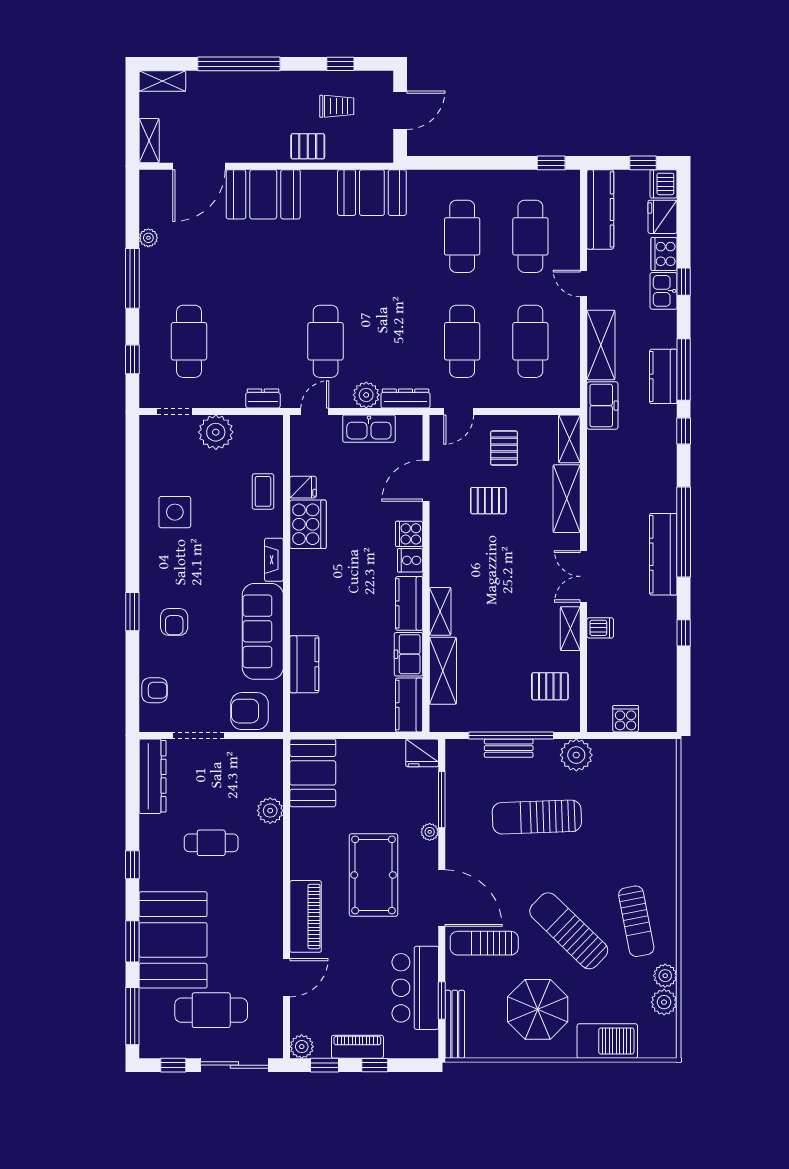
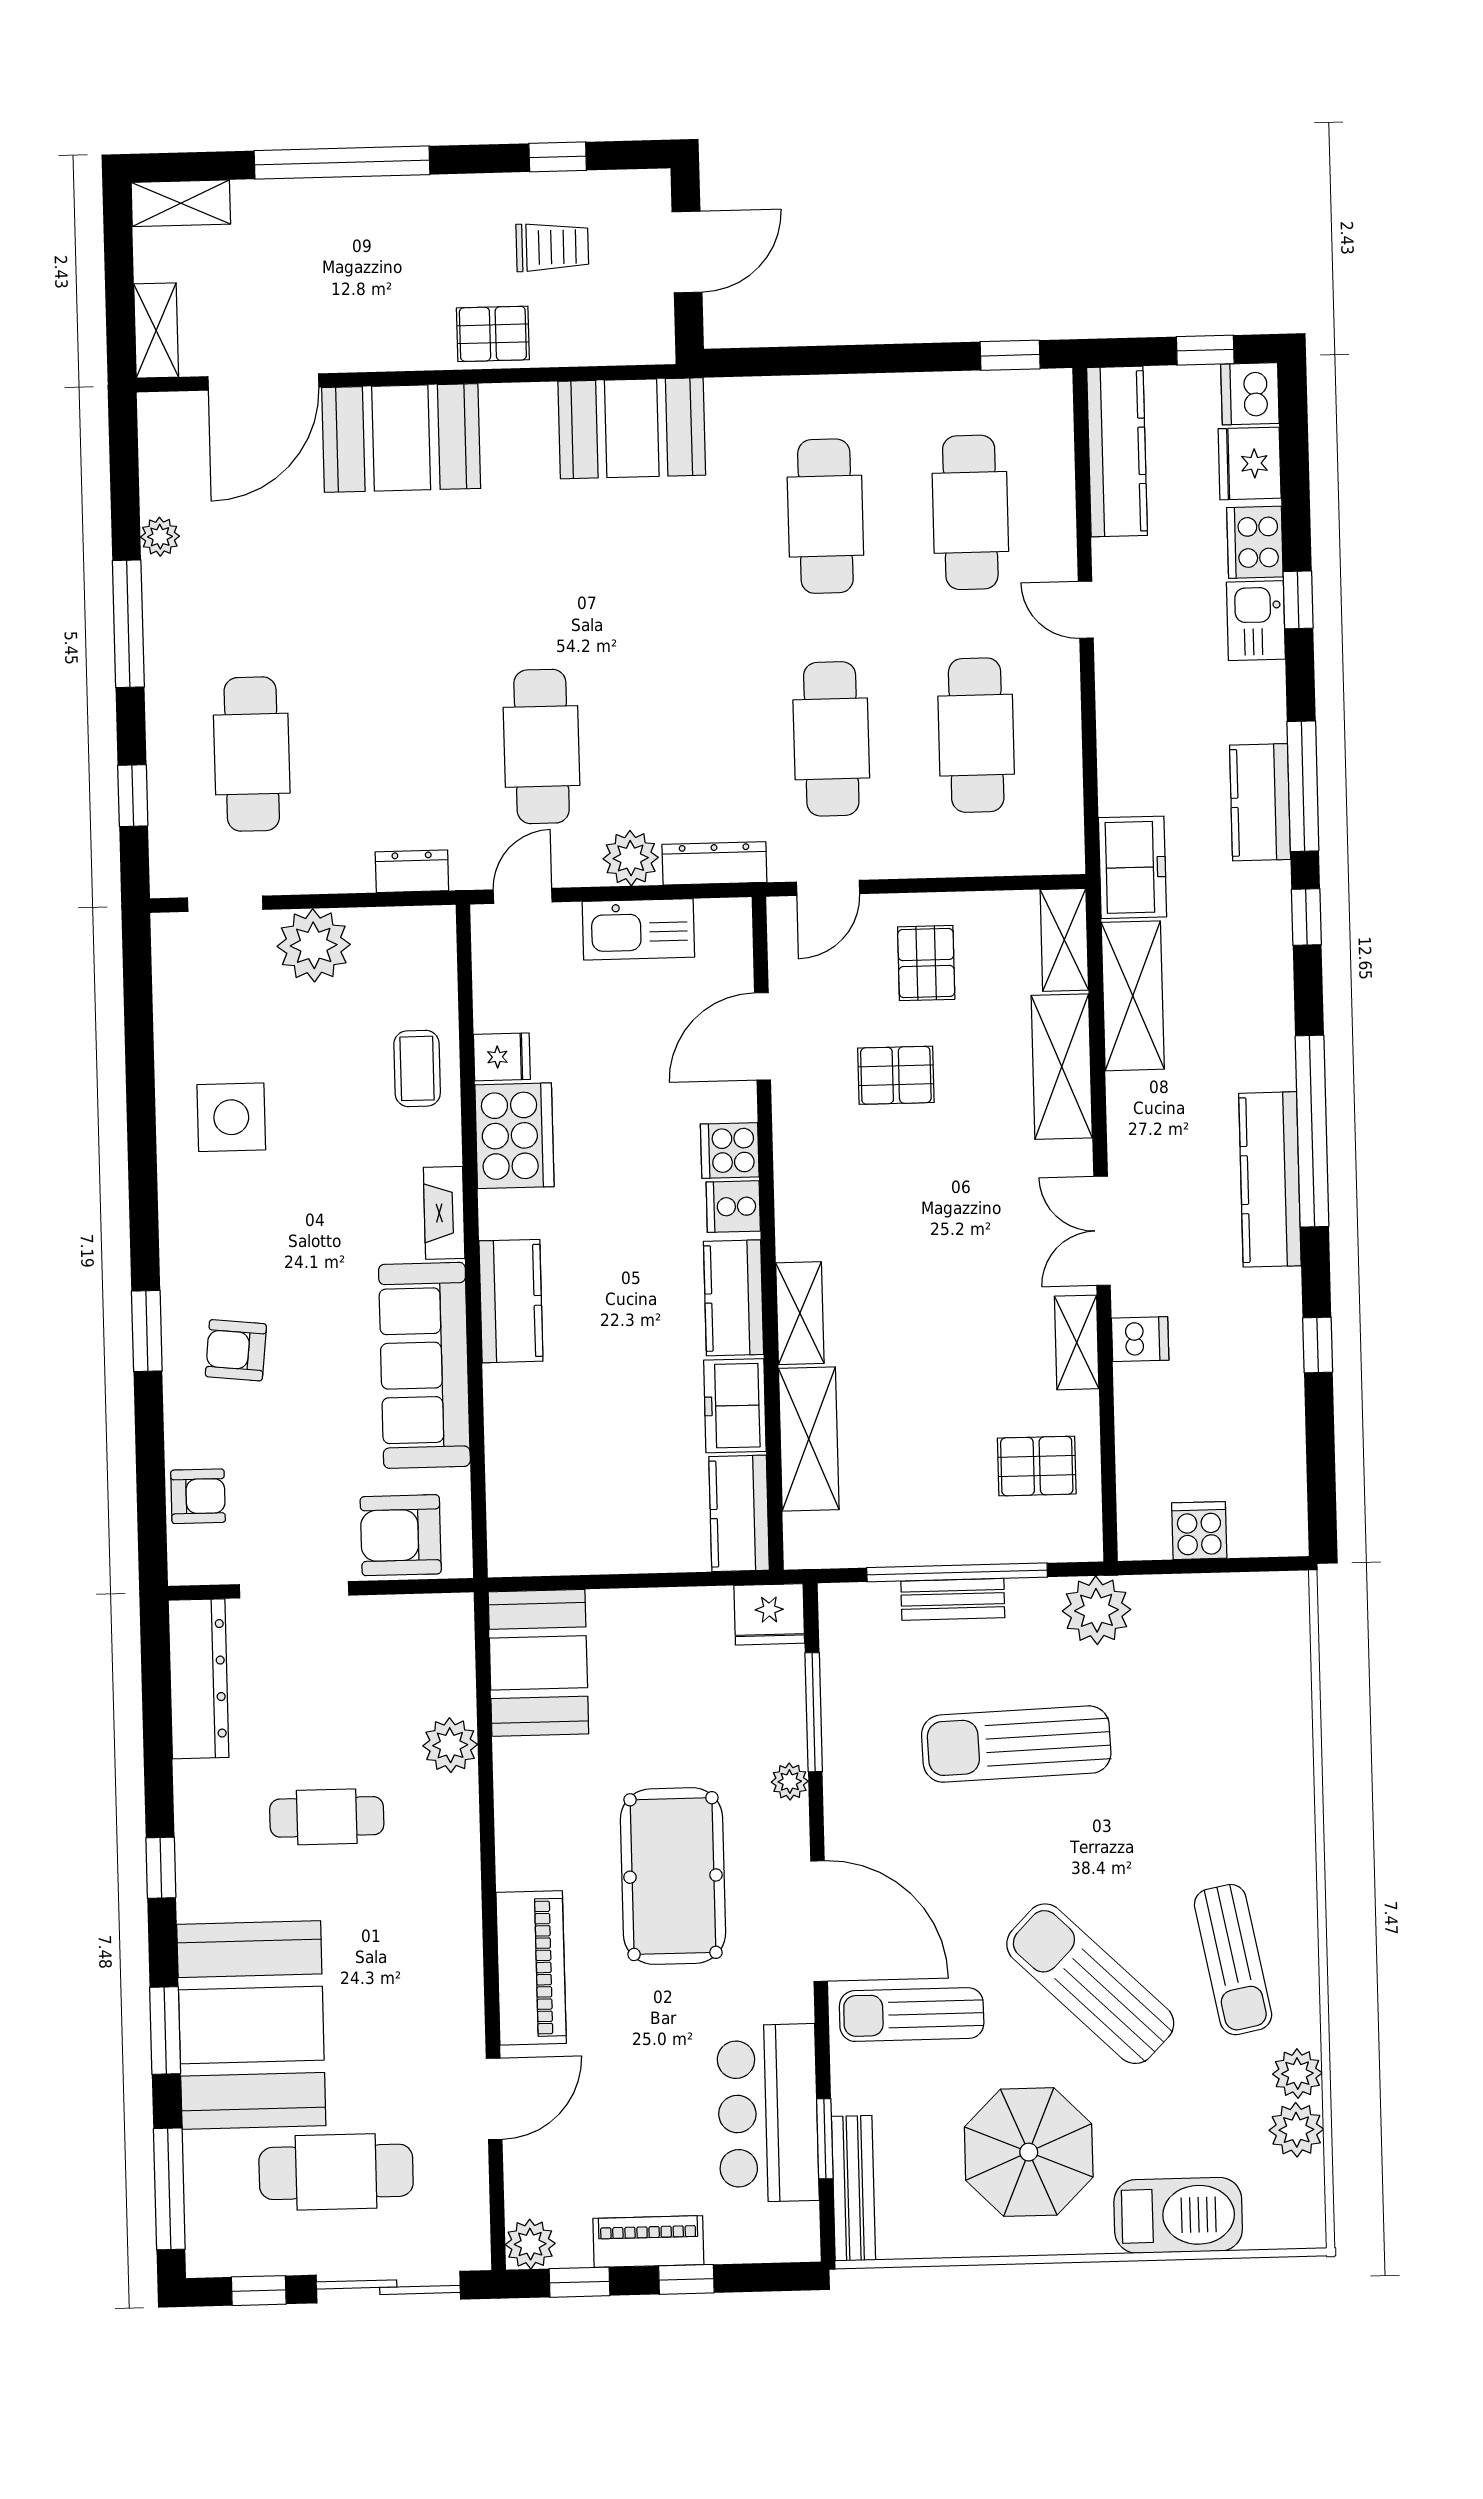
shelving: (601, 345) -> (1133, 996), moved
armchair: (174, 622) -> (236, 1350), turned 96
kitchen counter: (304, 664) -> (511, 1301), moved

